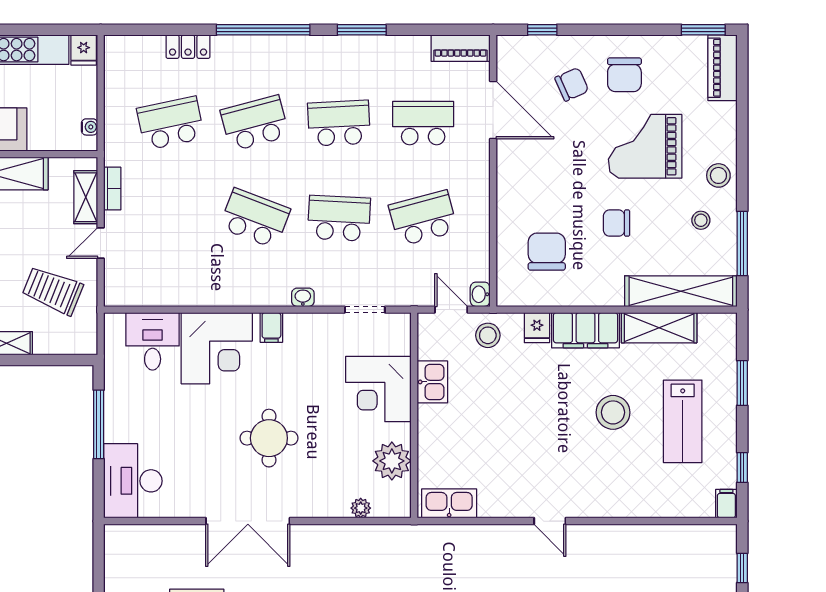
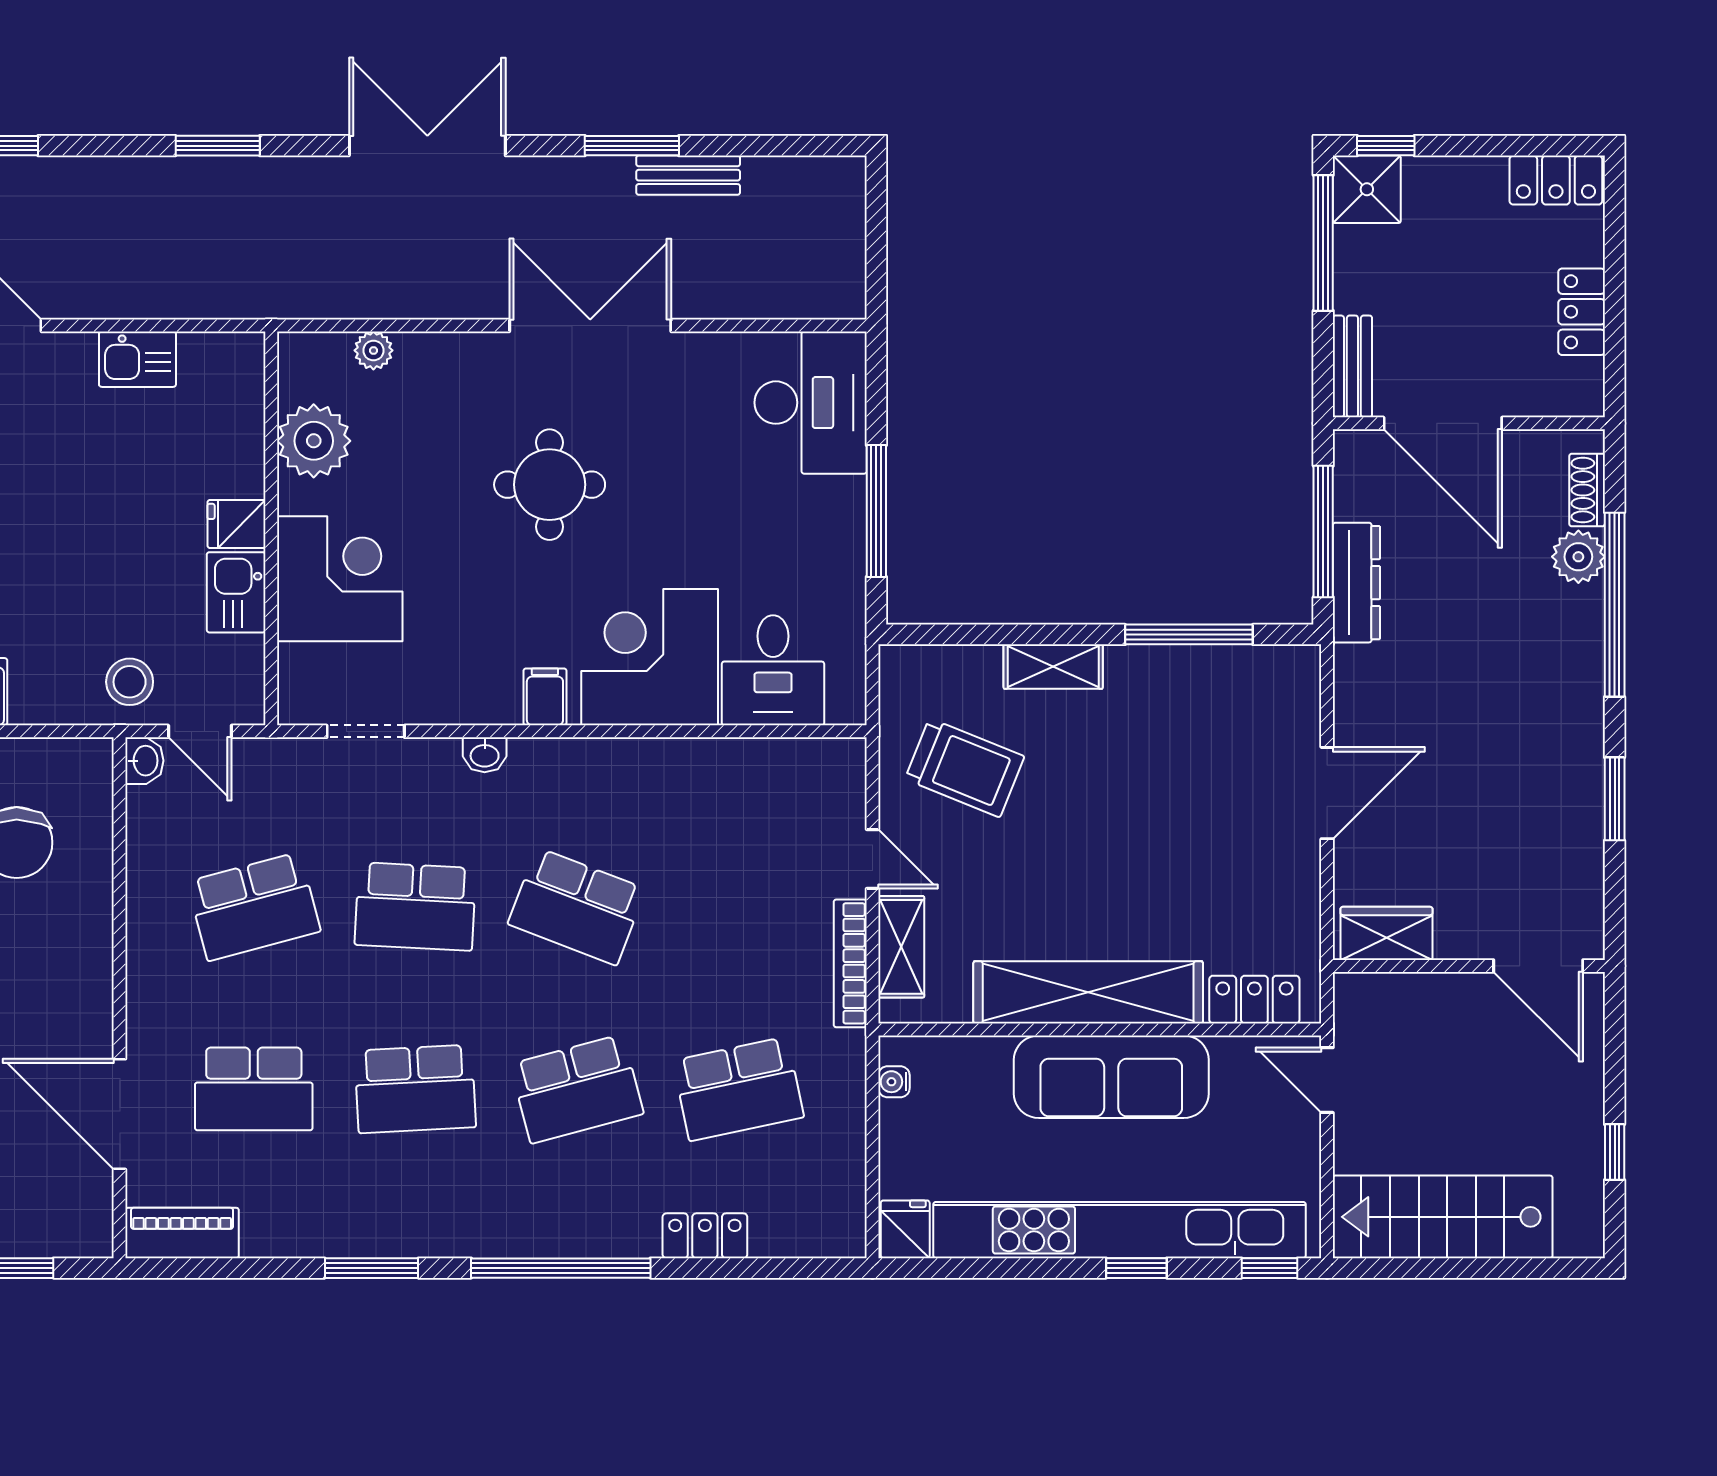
bookcase: (112, 189) -> (850, 963), width x1.56
door: (101, 243) -> (872, 859), hinge flipped
fridge: (537, 328) -> (236, 524), moved, turned -90
kitchen sink: (449, 503) -> (137, 359), moved, width x0.73

